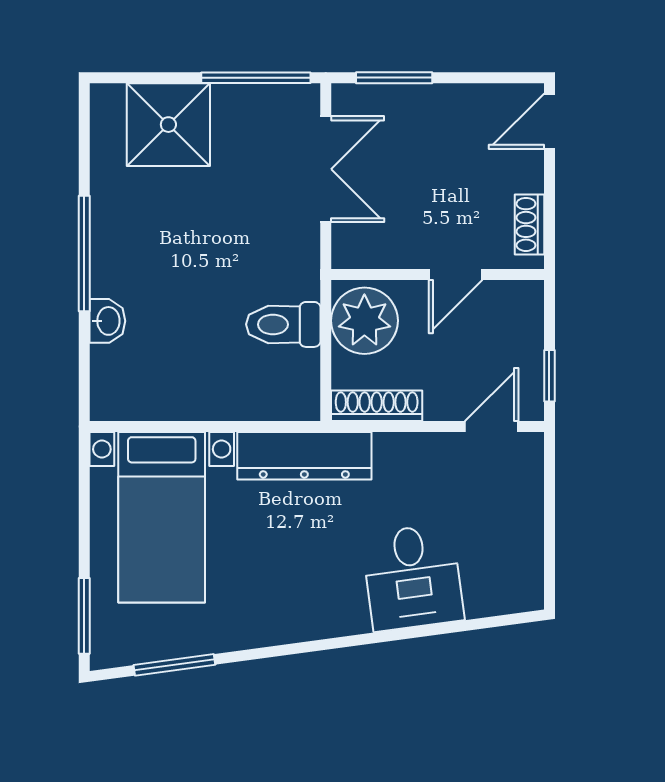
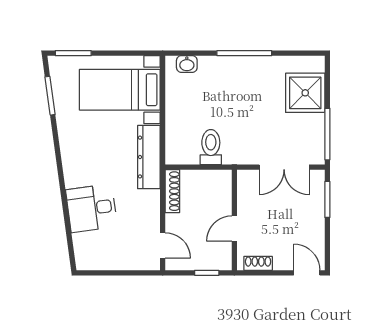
door: (456, 274) -> (234, 228), hinge flipped
washbasin: (107, 321) -> (187, 64), moved
plant: (364, 321) -> (213, 185), removed
window: (549, 376) -> (207, 273), moved

